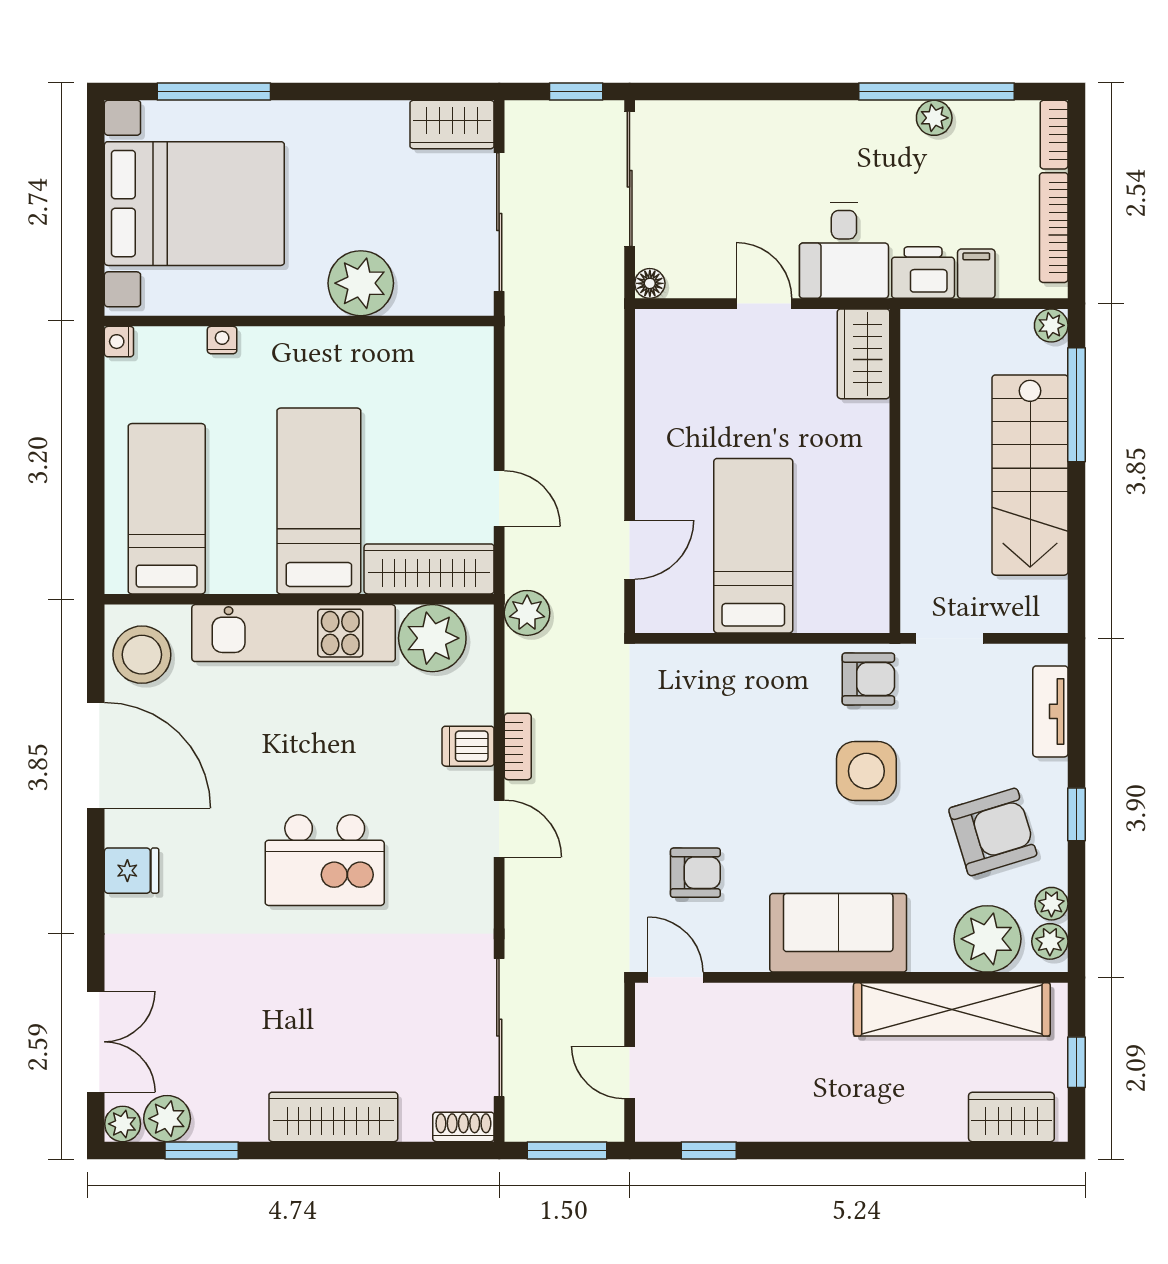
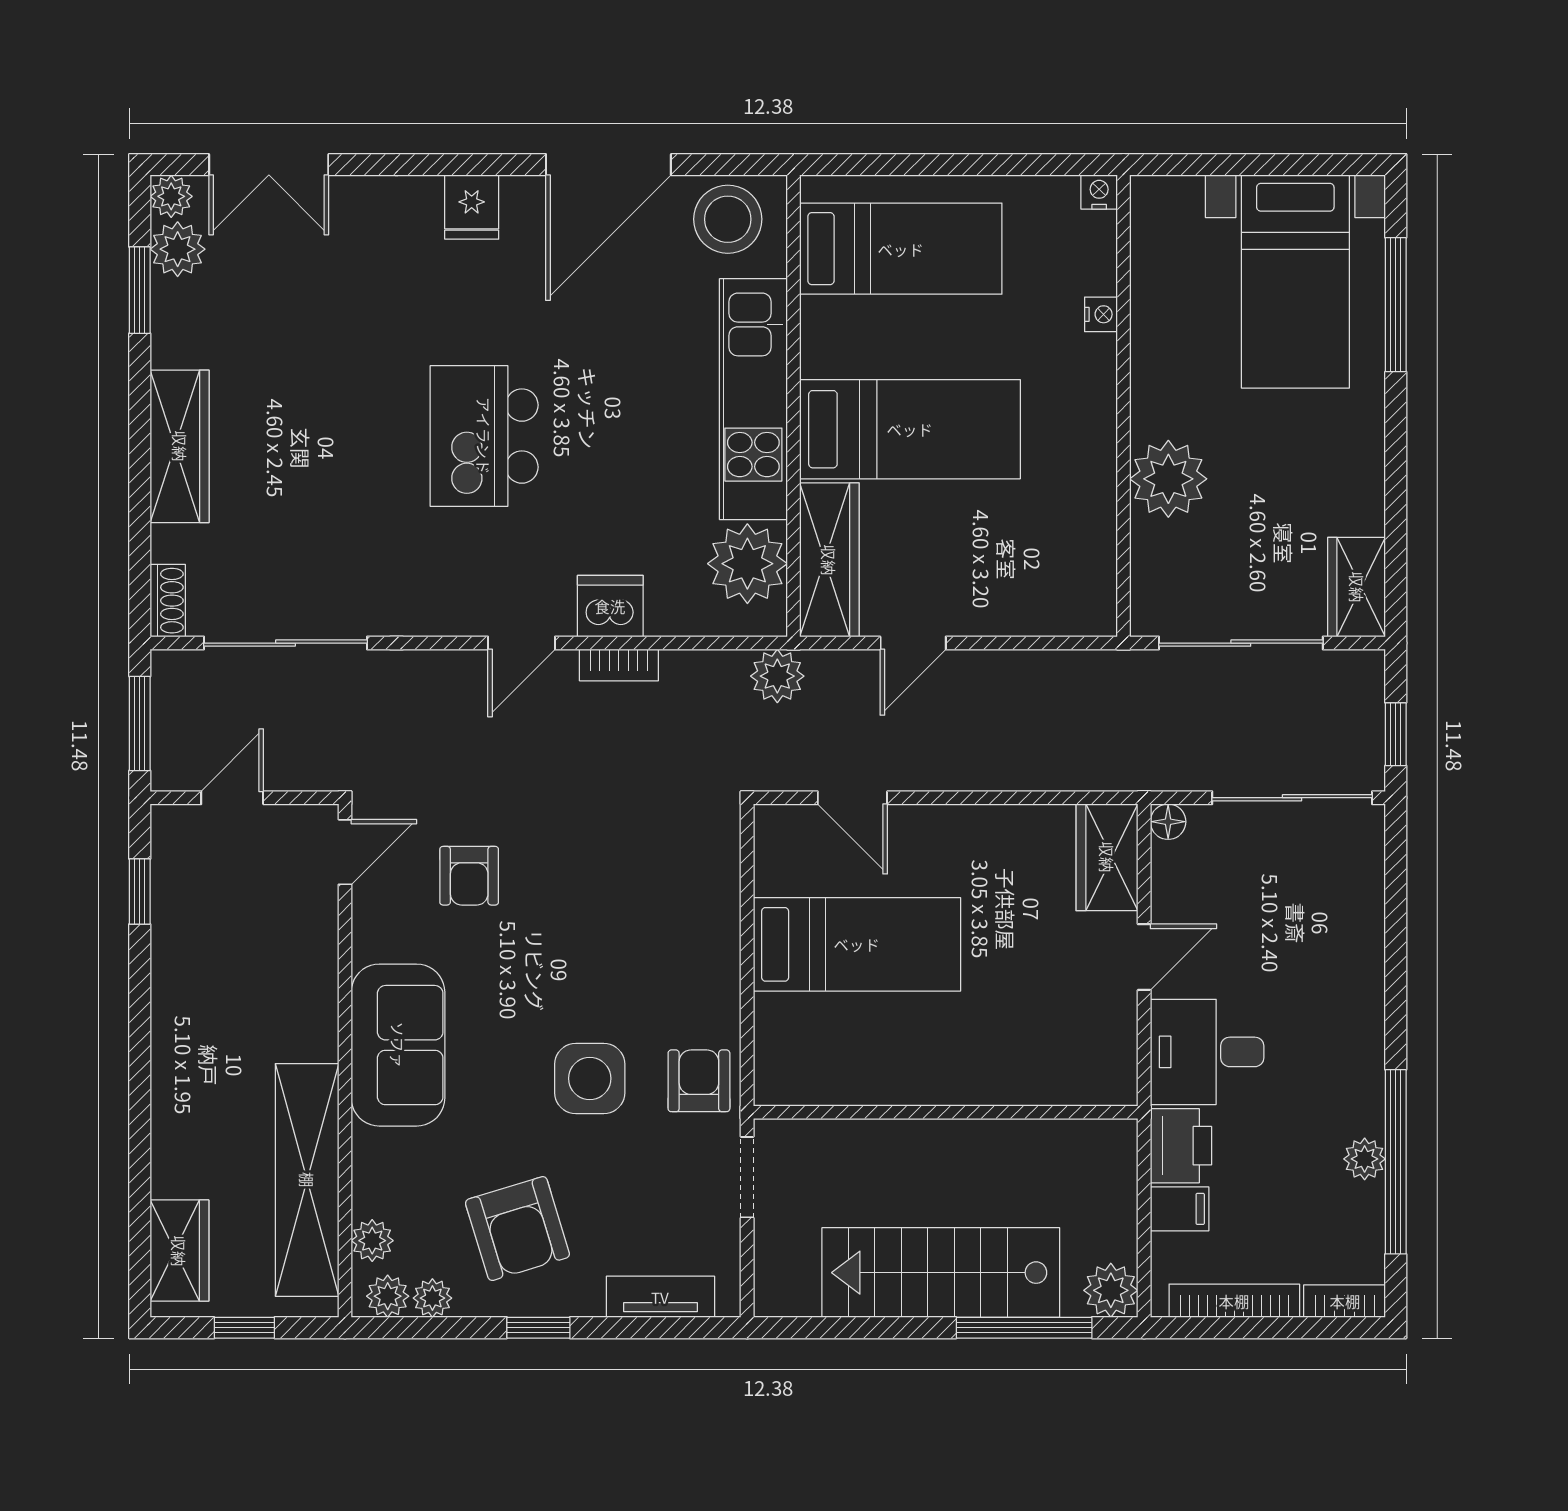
bed with nightstands: (194, 204) -> (1295, 281), width x0.73
plant: (1051, 325) -> (1111, 1290), width x1.38, depth x1.38
wardrobe: (863, 354) -> (1107, 857), moved, turned -90
armchair: (868, 679) -> (699, 1081), turned 180
dishwasher: (468, 746) -> (610, 606), width x1.38
plant: (987, 939) -> (372, 1241), width x0.53, depth x0.53

